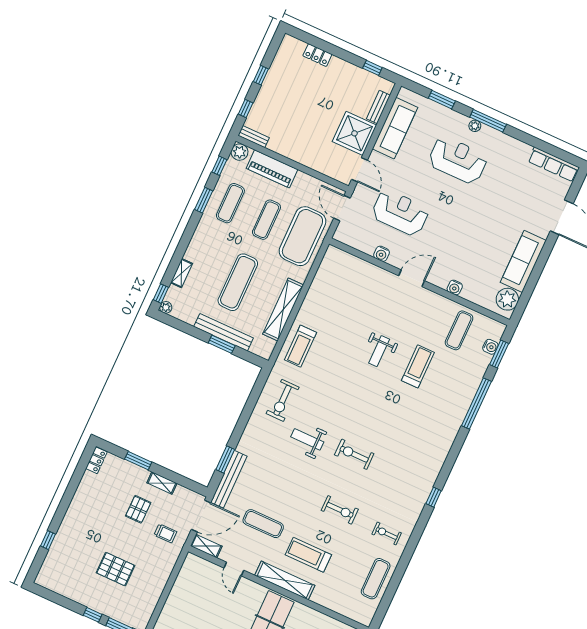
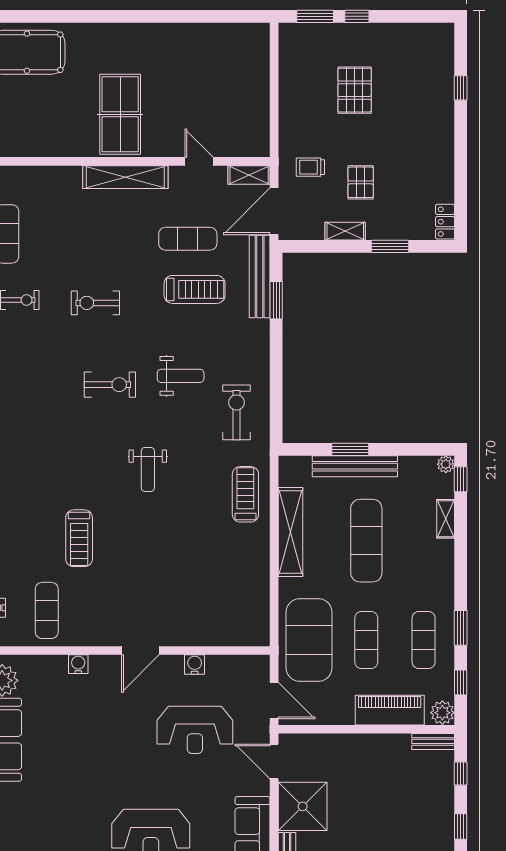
weight bench: (379, 351) -> (148, 469), moved, turned 180
treadmill: (308, 555) -> (195, 289), moved
pallet: (115, 569) -> (355, 90), turned 90

